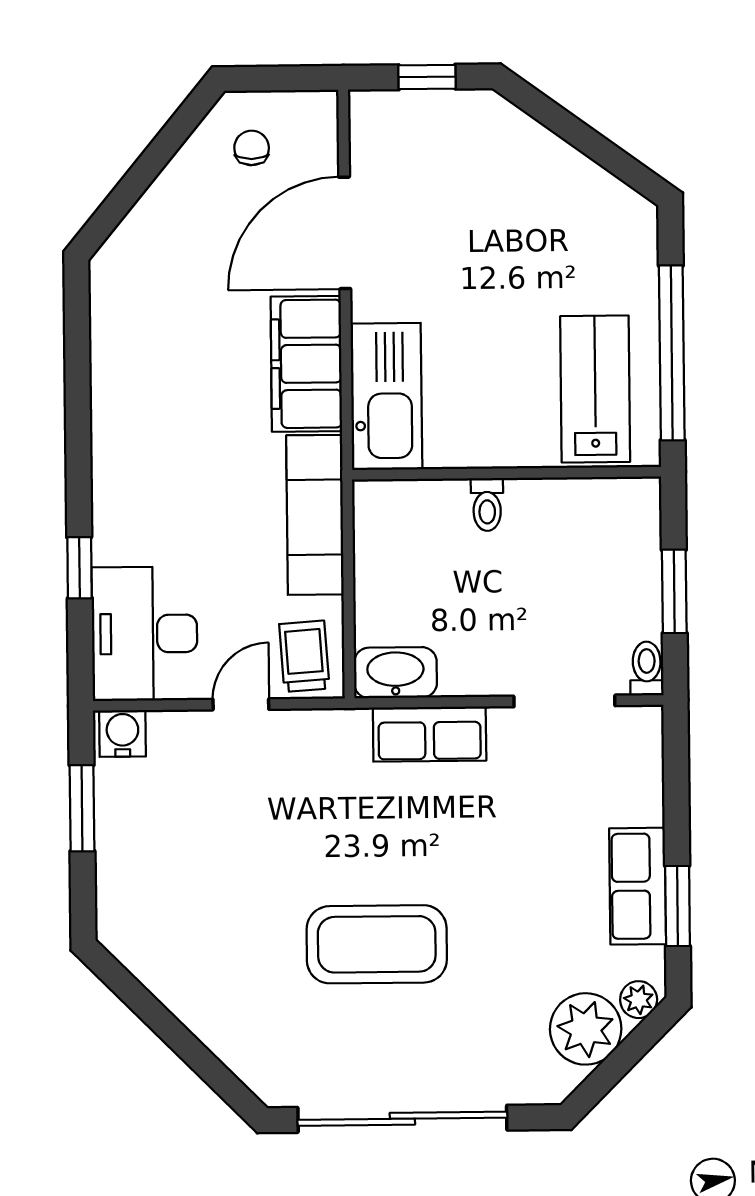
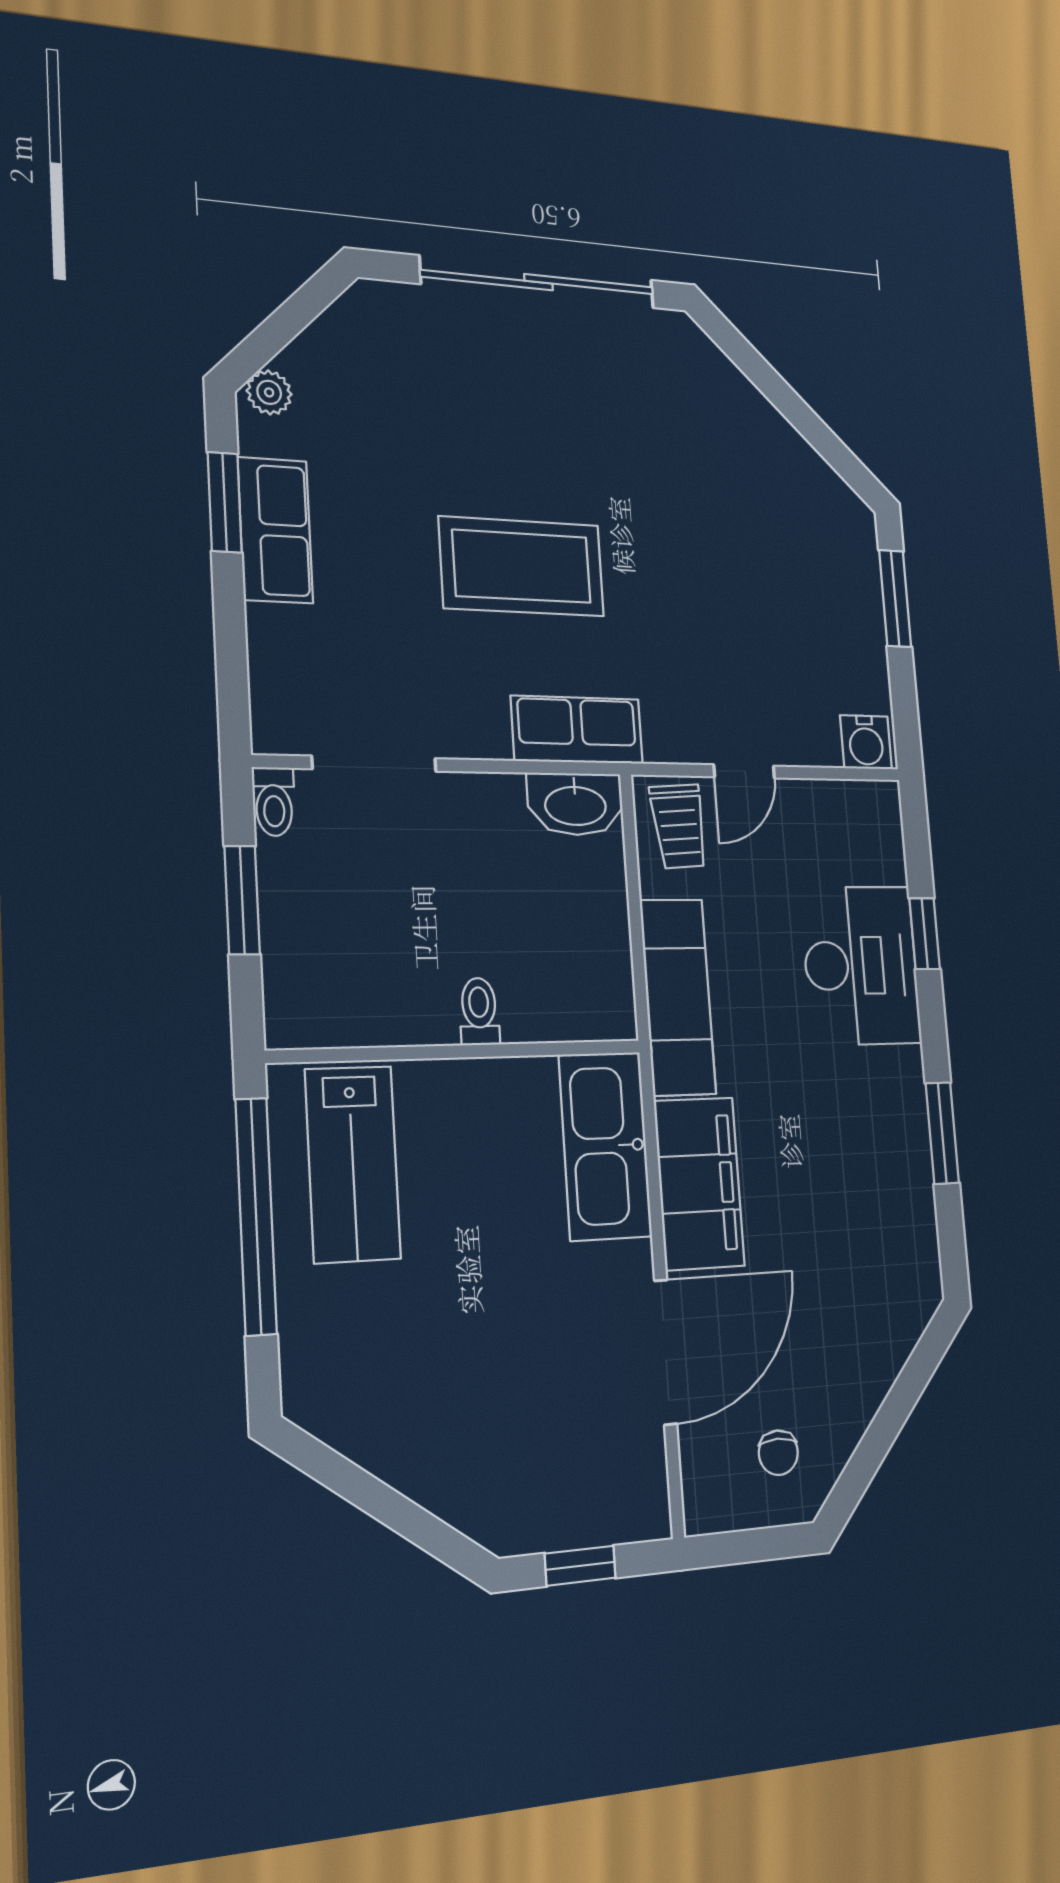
window: (78, 398) -> (942, 1133), added
desk: (145, 634) -> (861, 965), moved
row of seats: (430, 734) -> (577, 730), moved
window: (82, 808) -> (895, 598), moved
coffee table: (377, 944) -> (522, 566), moved
plant: (586, 1029) -> (332, 363), removed

